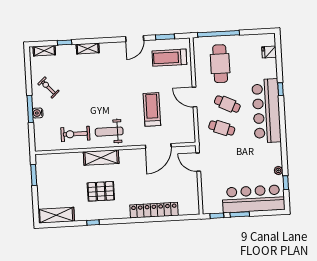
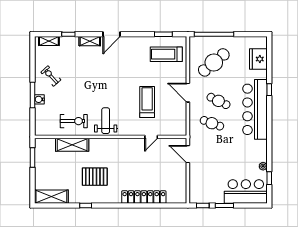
door: (135, 39) -> (112, 34), moved
fridge: (269, 52) -> (258, 59), width x1.88, depth x1.34
cafe table: (220, 64) -> (214, 62), turned 50
weight bench: (109, 132) -> (106, 121), turned 90
exercise bike: (75, 134) -> (74, 121), turned 180
door: (158, 146) -> (151, 137), width x0.53
shelving: (101, 158) -> (72, 145), moved
bar counter: (253, 199) -> (246, 192), width x0.73

